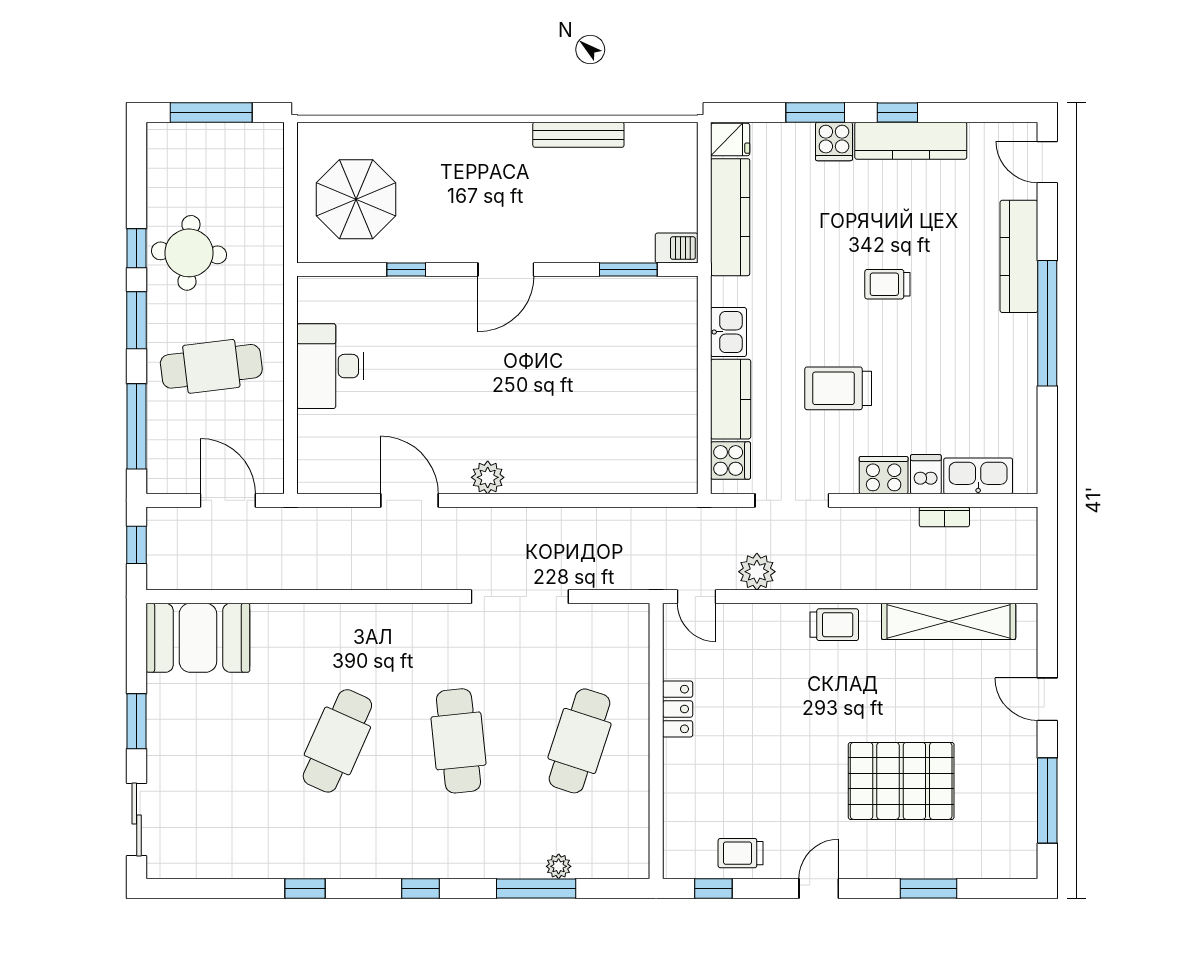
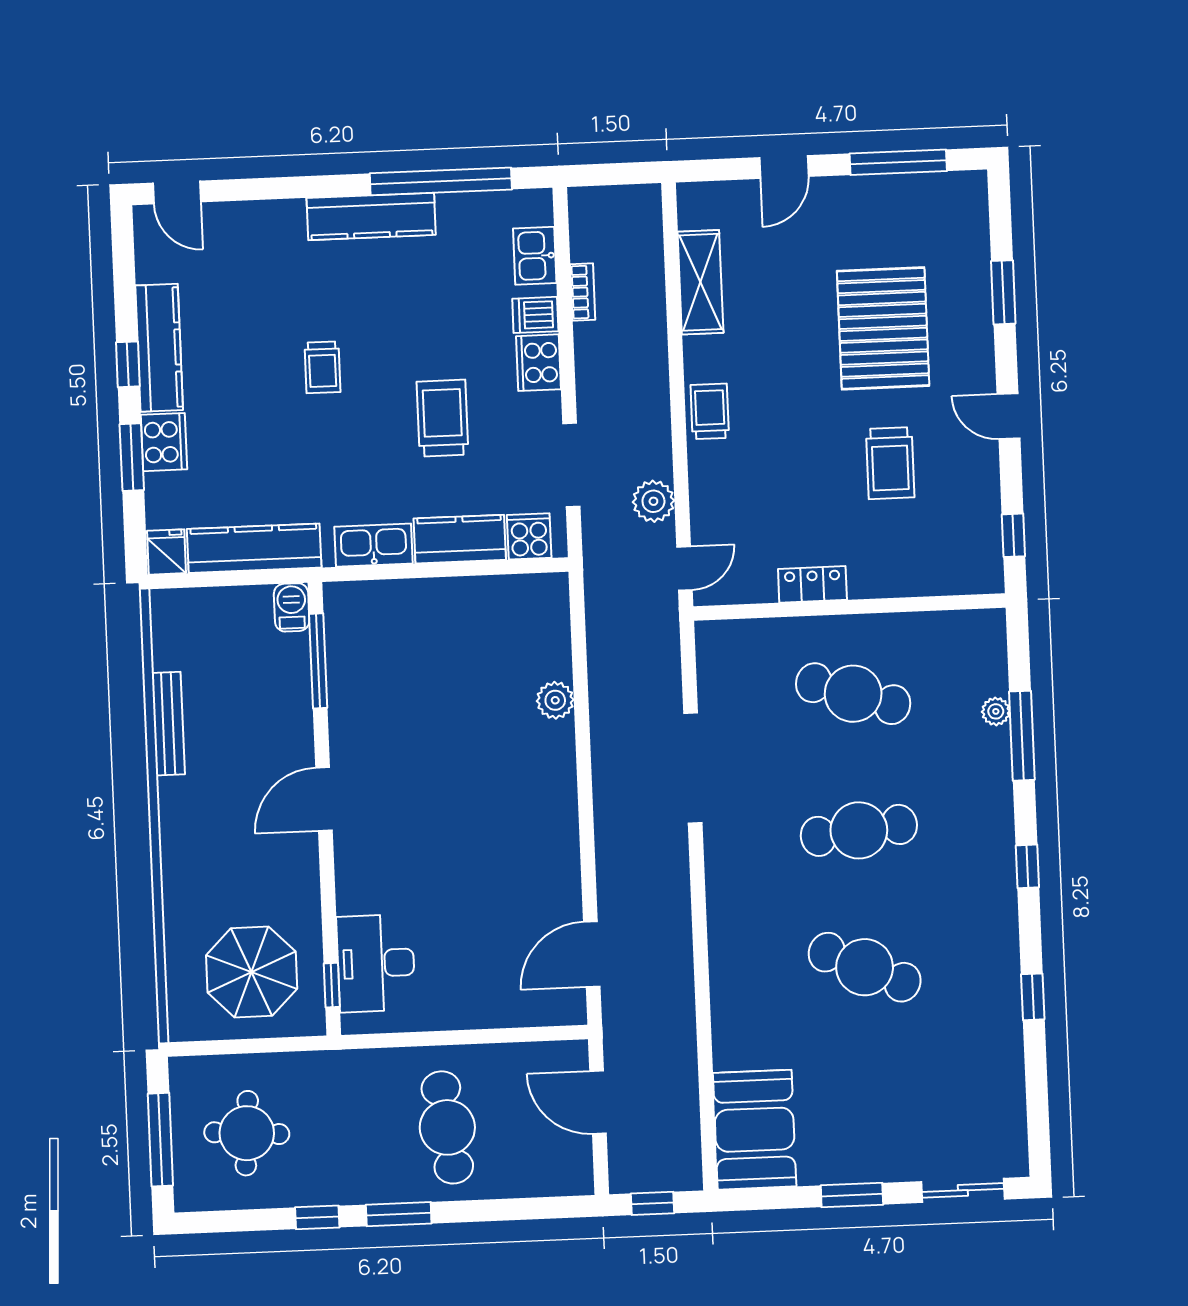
cooker: (834, 141) -> (164, 442), width x1.36
door: (1047, 162) -> (177, 192), hinge flipped
round table: (189, 253) -> (247, 1133), moved
kitchen counter: (1019, 256) -> (371, 216), moved
window: (406, 270) -> (332, 985), moved
door: (506, 270) -> (324, 799), swing flipped
window: (628, 270) -> (318, 661), width x1.44
window: (1047, 323) -> (441, 181), moved
kitchen sink: (728, 332) -> (374, 545), width x1.38
desk: (330, 366) -> (376, 963), moved, turned 90
trolley: (838, 388) -> (442, 418), turned 180
window: (137, 426) -> (519, 1209), removed
kitchen sink: (978, 476) -> (535, 256), width x0.73
plant: (488, 477) -> (555, 700), moved
door: (228, 500) -> (598, 1102), hinge flipped
door: (410, 500) -> (592, 954), moved
shelving: (949, 621) -> (700, 282), width x0.68
trolley: (741, 853) -> (890, 463), moved, width x1.36, depth x1.39

